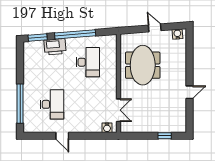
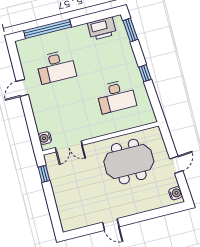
window: (75, 34) -> (145, 73), width x0.32
printer: (55, 47) -> (102, 29), moved, turned -85
window: (165, 136) -> (44, 174), moved

